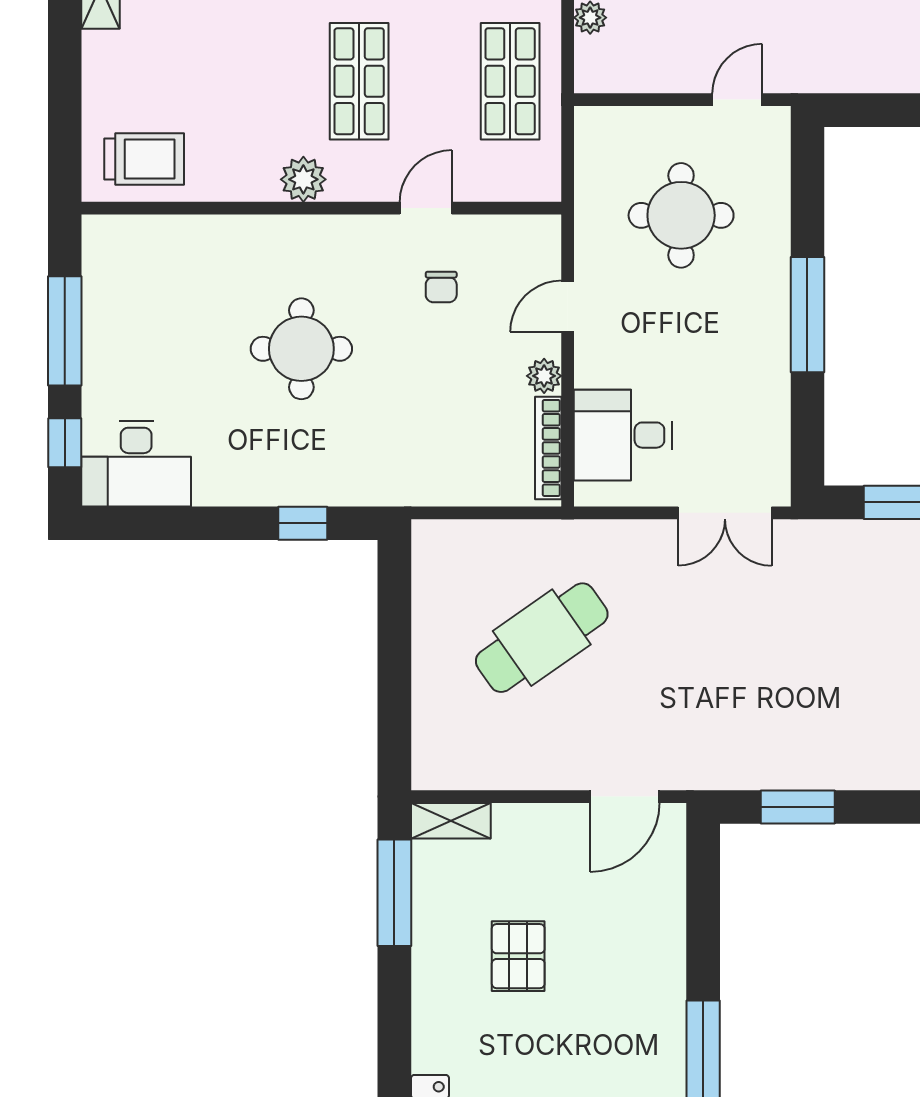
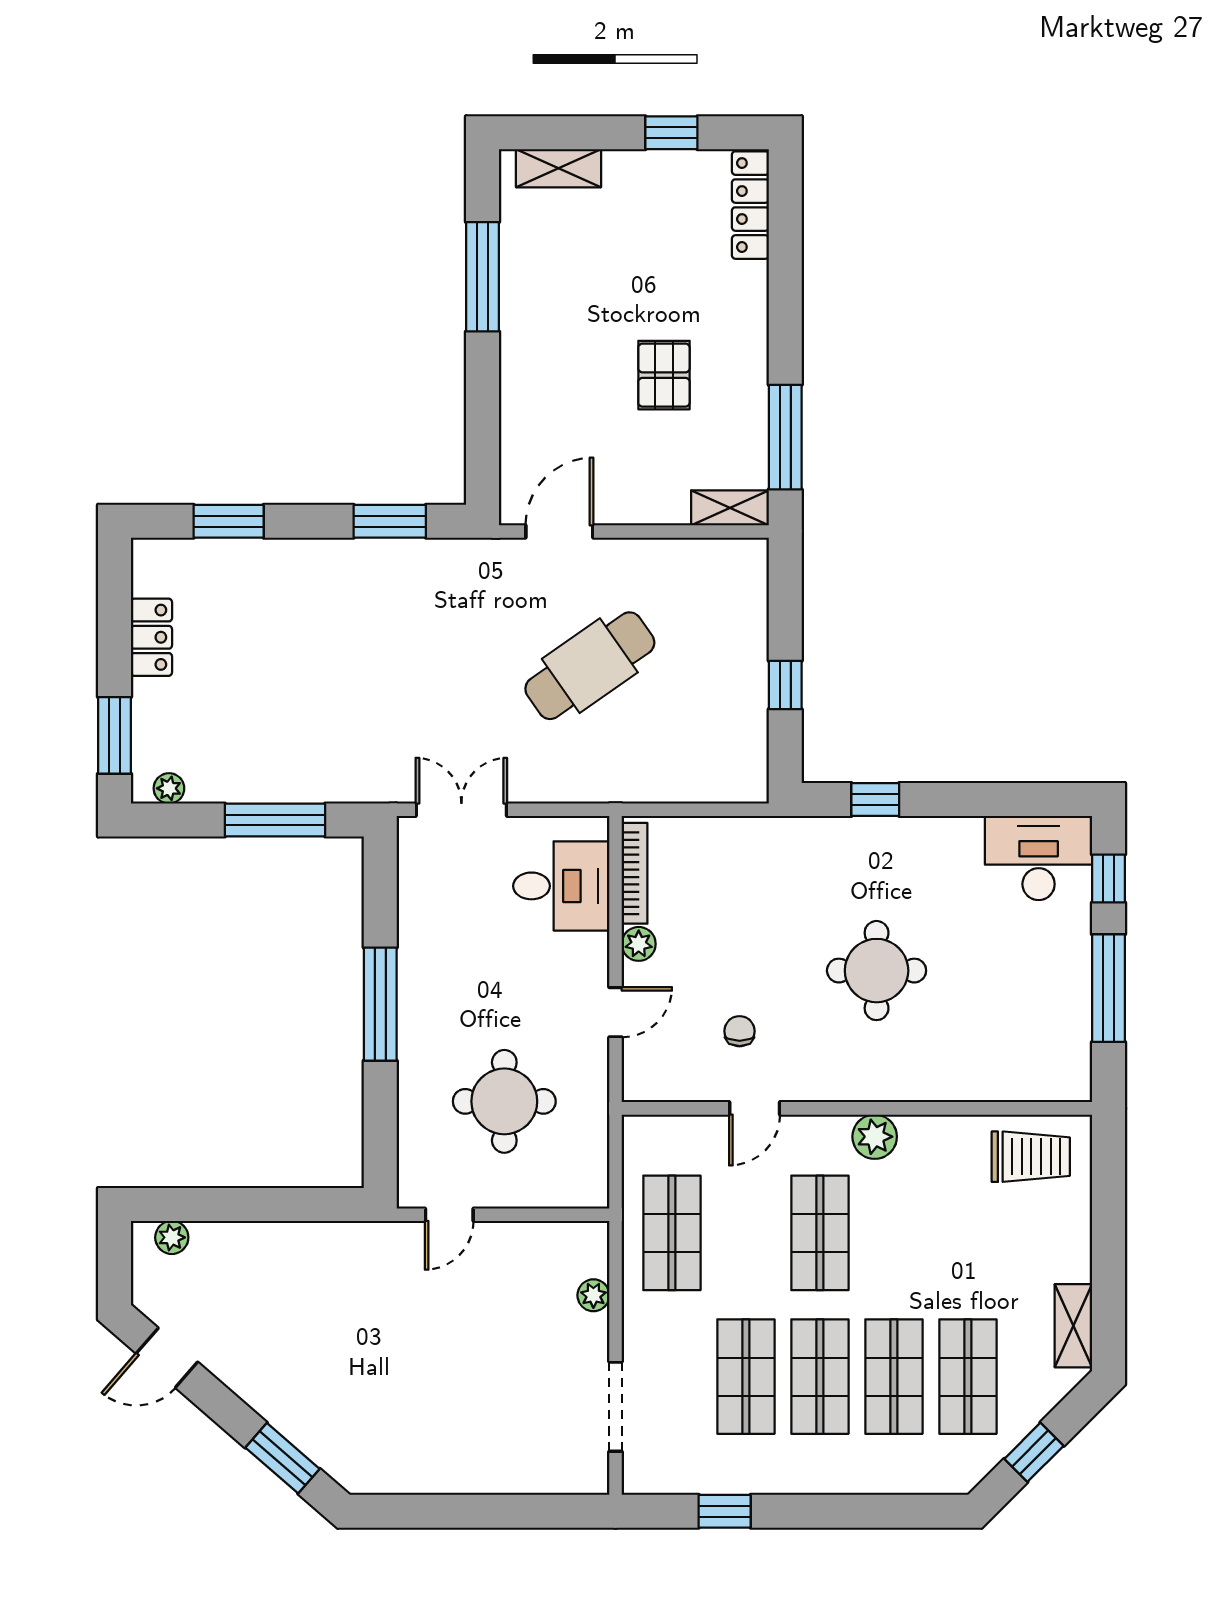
trolley: (144, 159) -> (1031, 1157), turned 180
cafe table: (542, 638) -> (590, 666), moved
window: (394, 640) -> (785, 685), added

